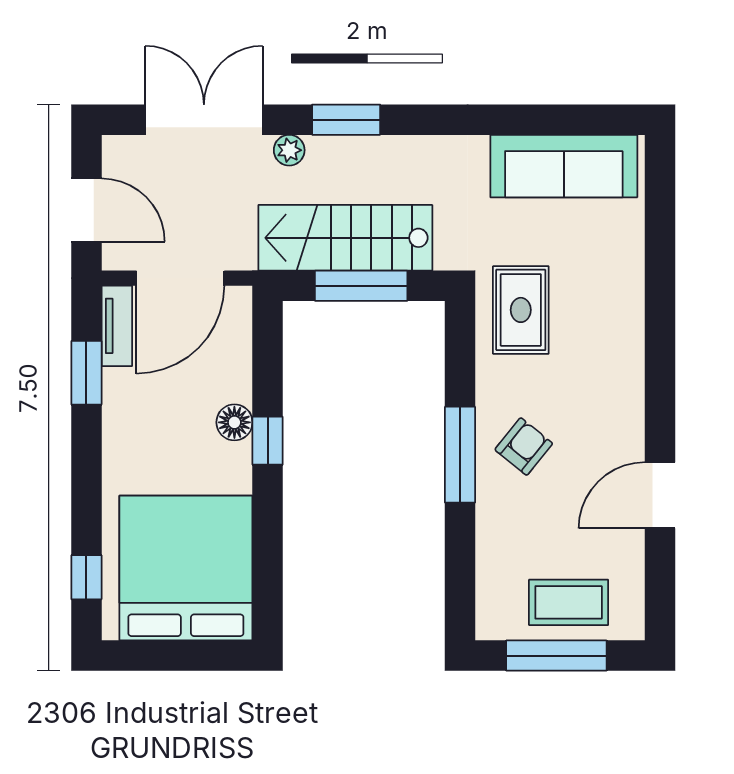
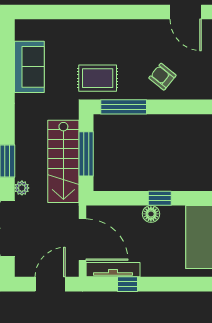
sofa: (564, 166) -> (29, 67), width x0.73
tv unit: (117, 326) -> (113, 270), width x1.41
window: (86, 373) -> (127, 284), width x0.67
window: (460, 455) -> (124, 107), moved

